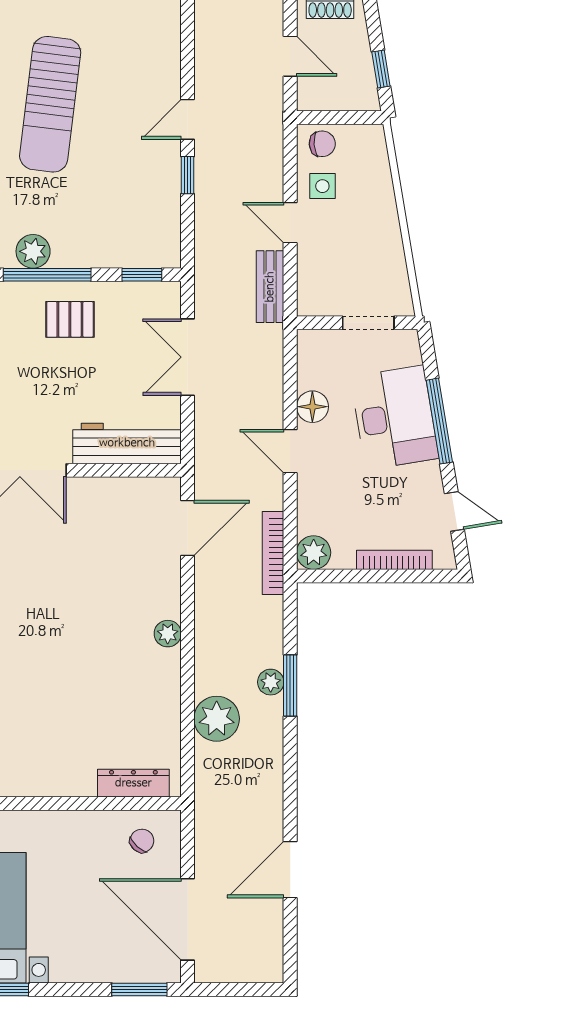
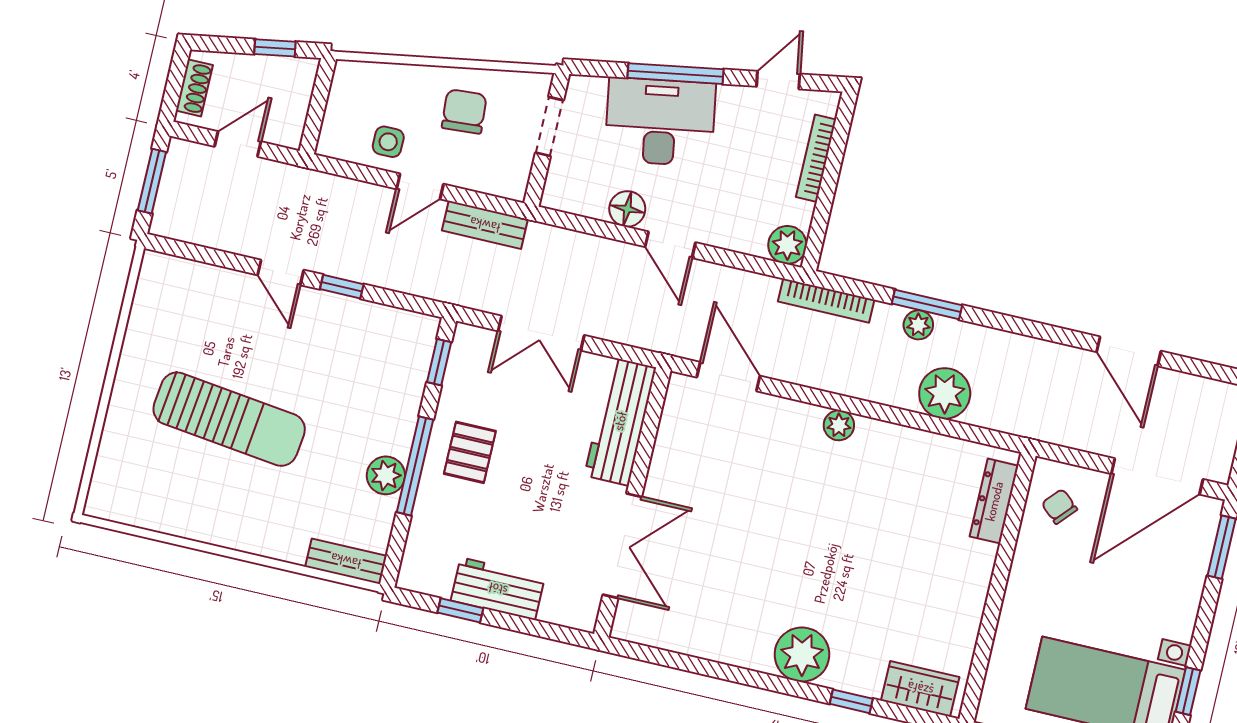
chair: (322, 144) -> (464, 111), moved, width x1.37, depth x1.37
door: (290, 451) -> (670, 245), hinge flipped
bookcase: (273, 553) -> (826, 301), moved

